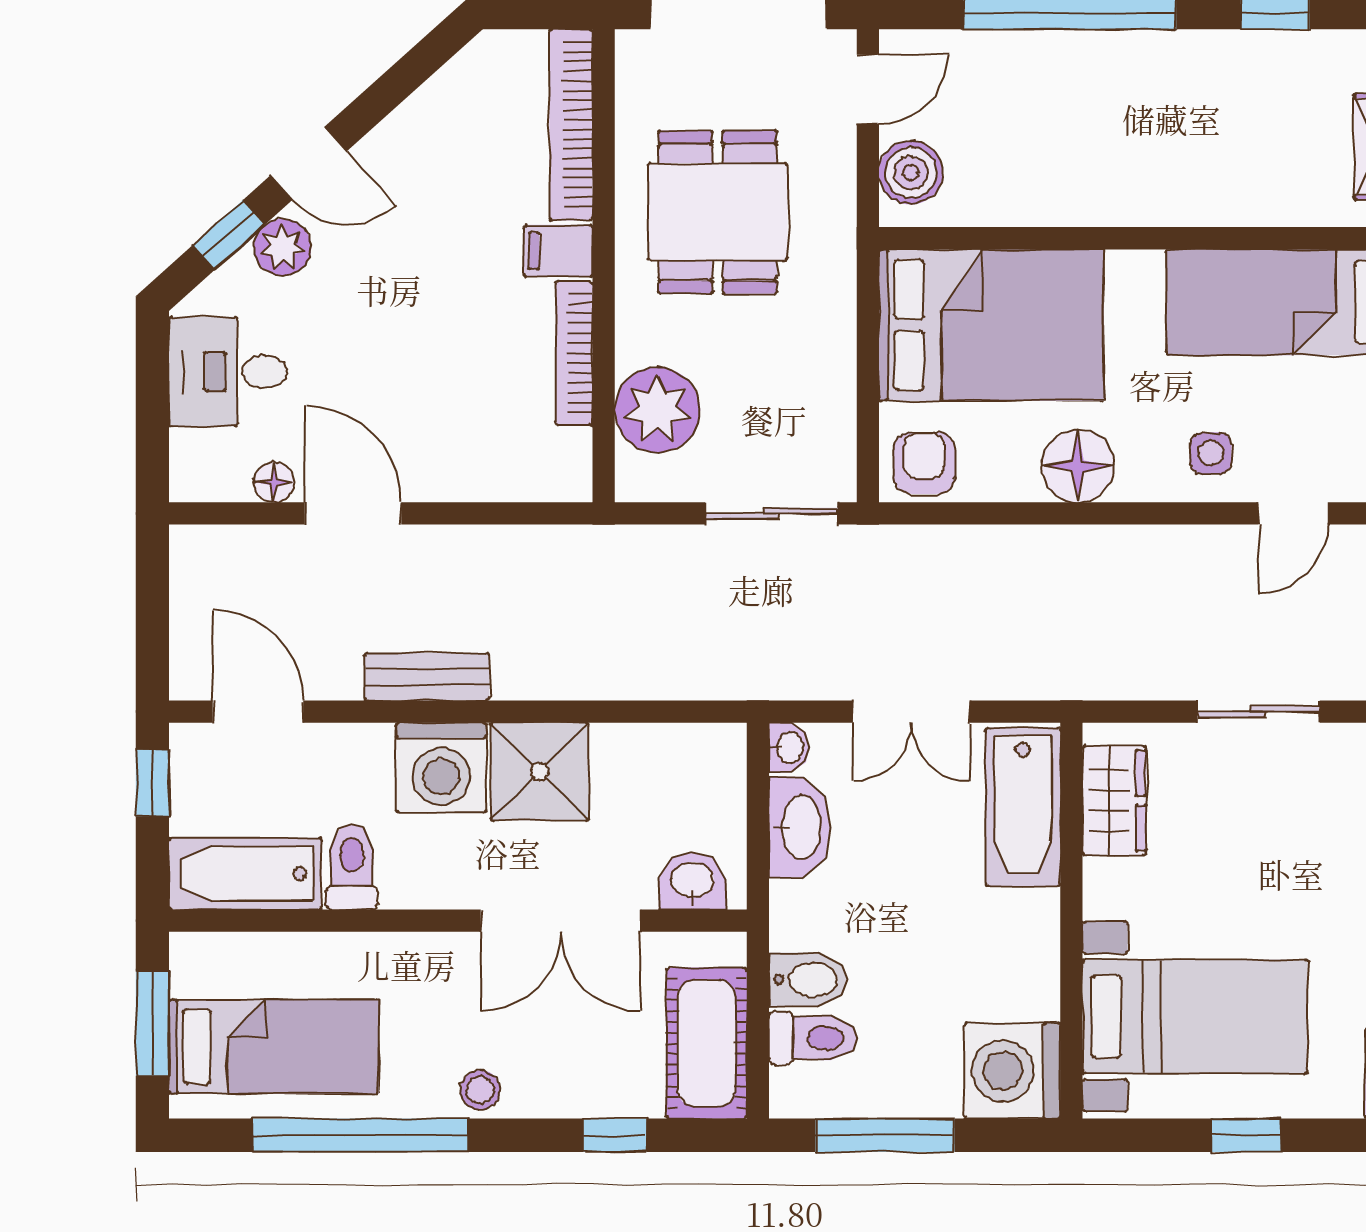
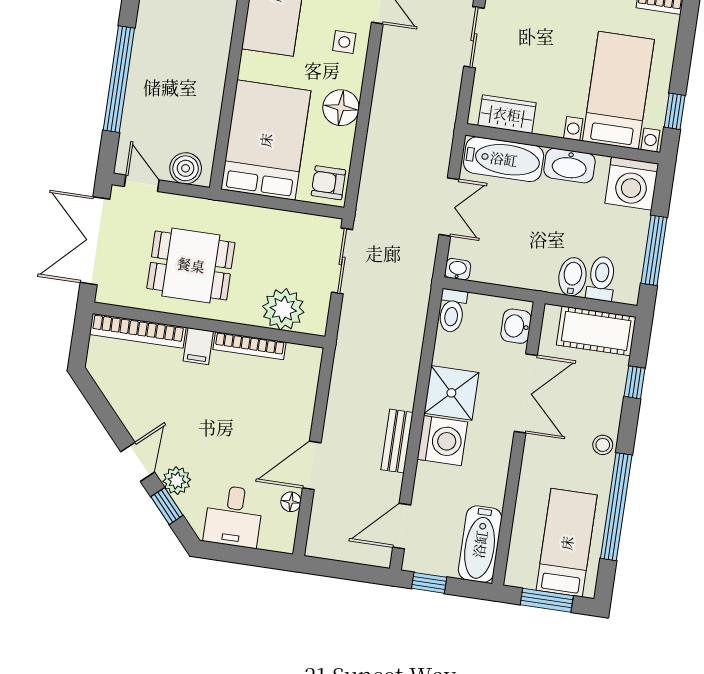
washbasin: (800, 827) -> (570, 166), moved, turned 180
toilet: (352, 867) -> (452, 311), moved, turned -90
window: (1246, 1135) -> (675, 111), moved

